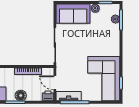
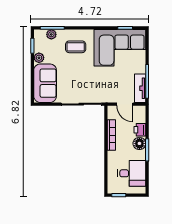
coffee table: (105, 40) -> (76, 47), added
door: (55, 83) -> (125, 104), hinge flipped
printer: (48, 96) -> (140, 130), moved

